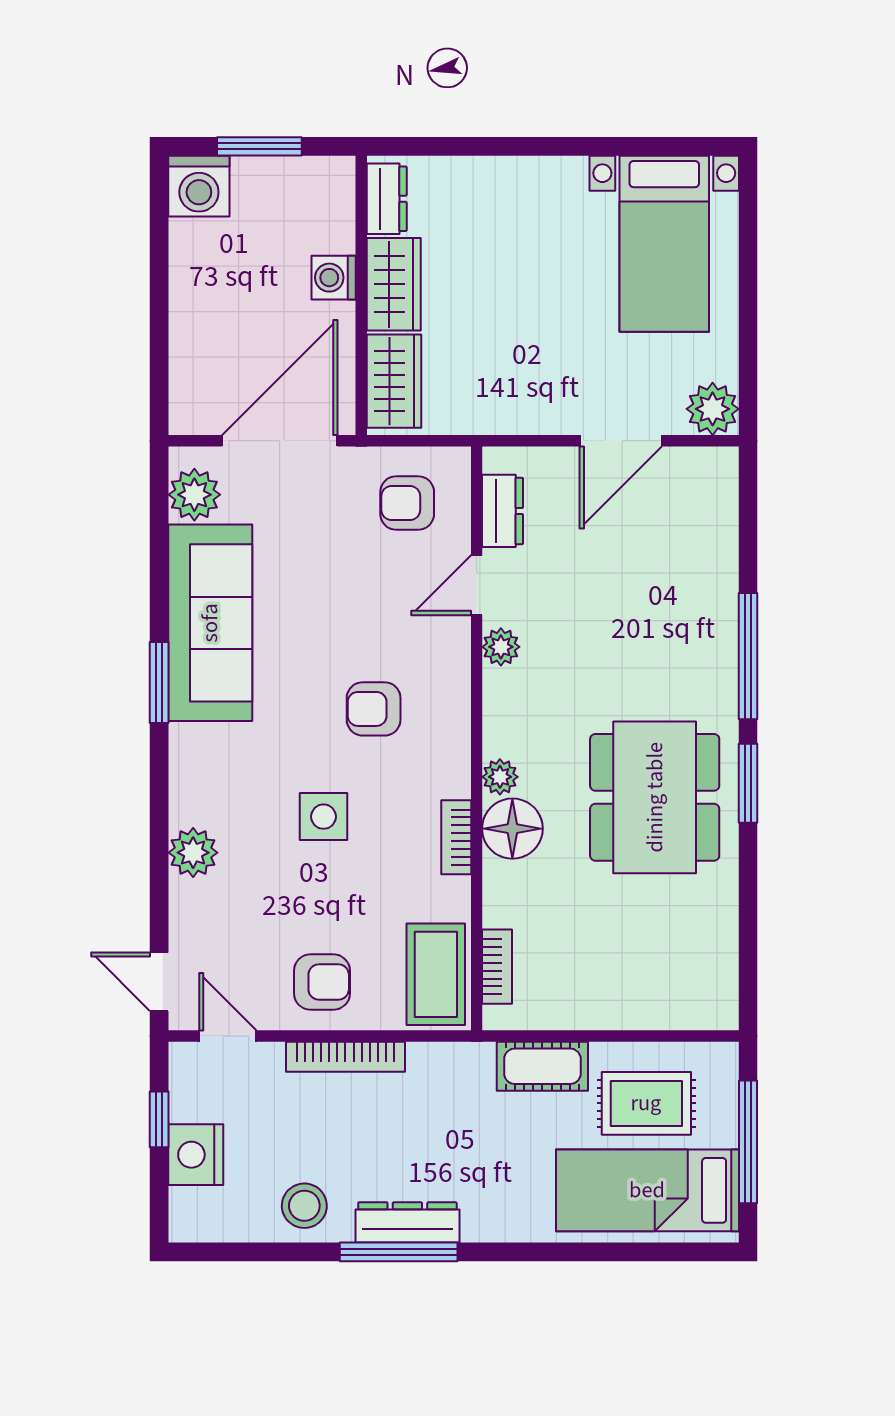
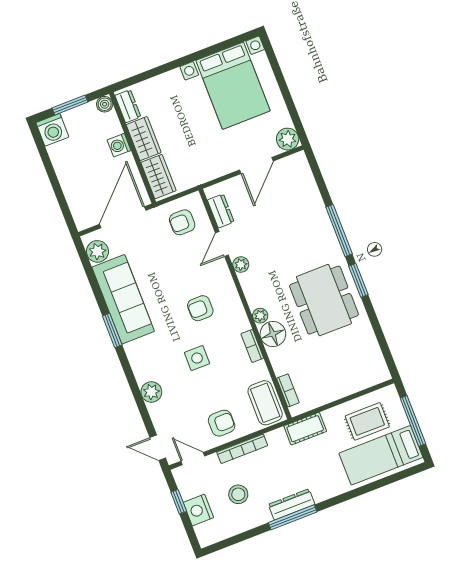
boiler: (337, 174) -> (105, 104), added
bed with nightstands: (664, 244) -> (233, 86), width x1.36
cot: (542, 1066) -> (305, 429), moved
stool: (304, 1206) -> (238, 494), moved

